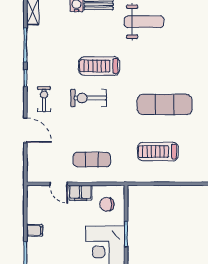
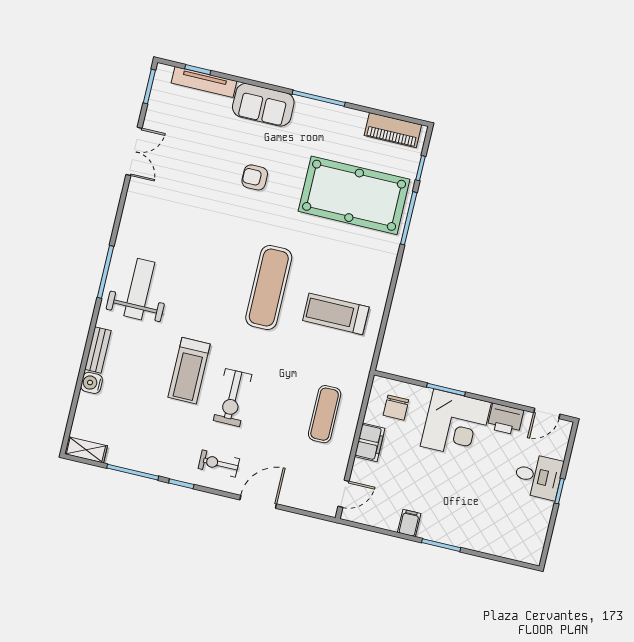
treadmill: (158, 152) -> (336, 314), turned 90
door: (59, 184) -> (344, 494), moved

